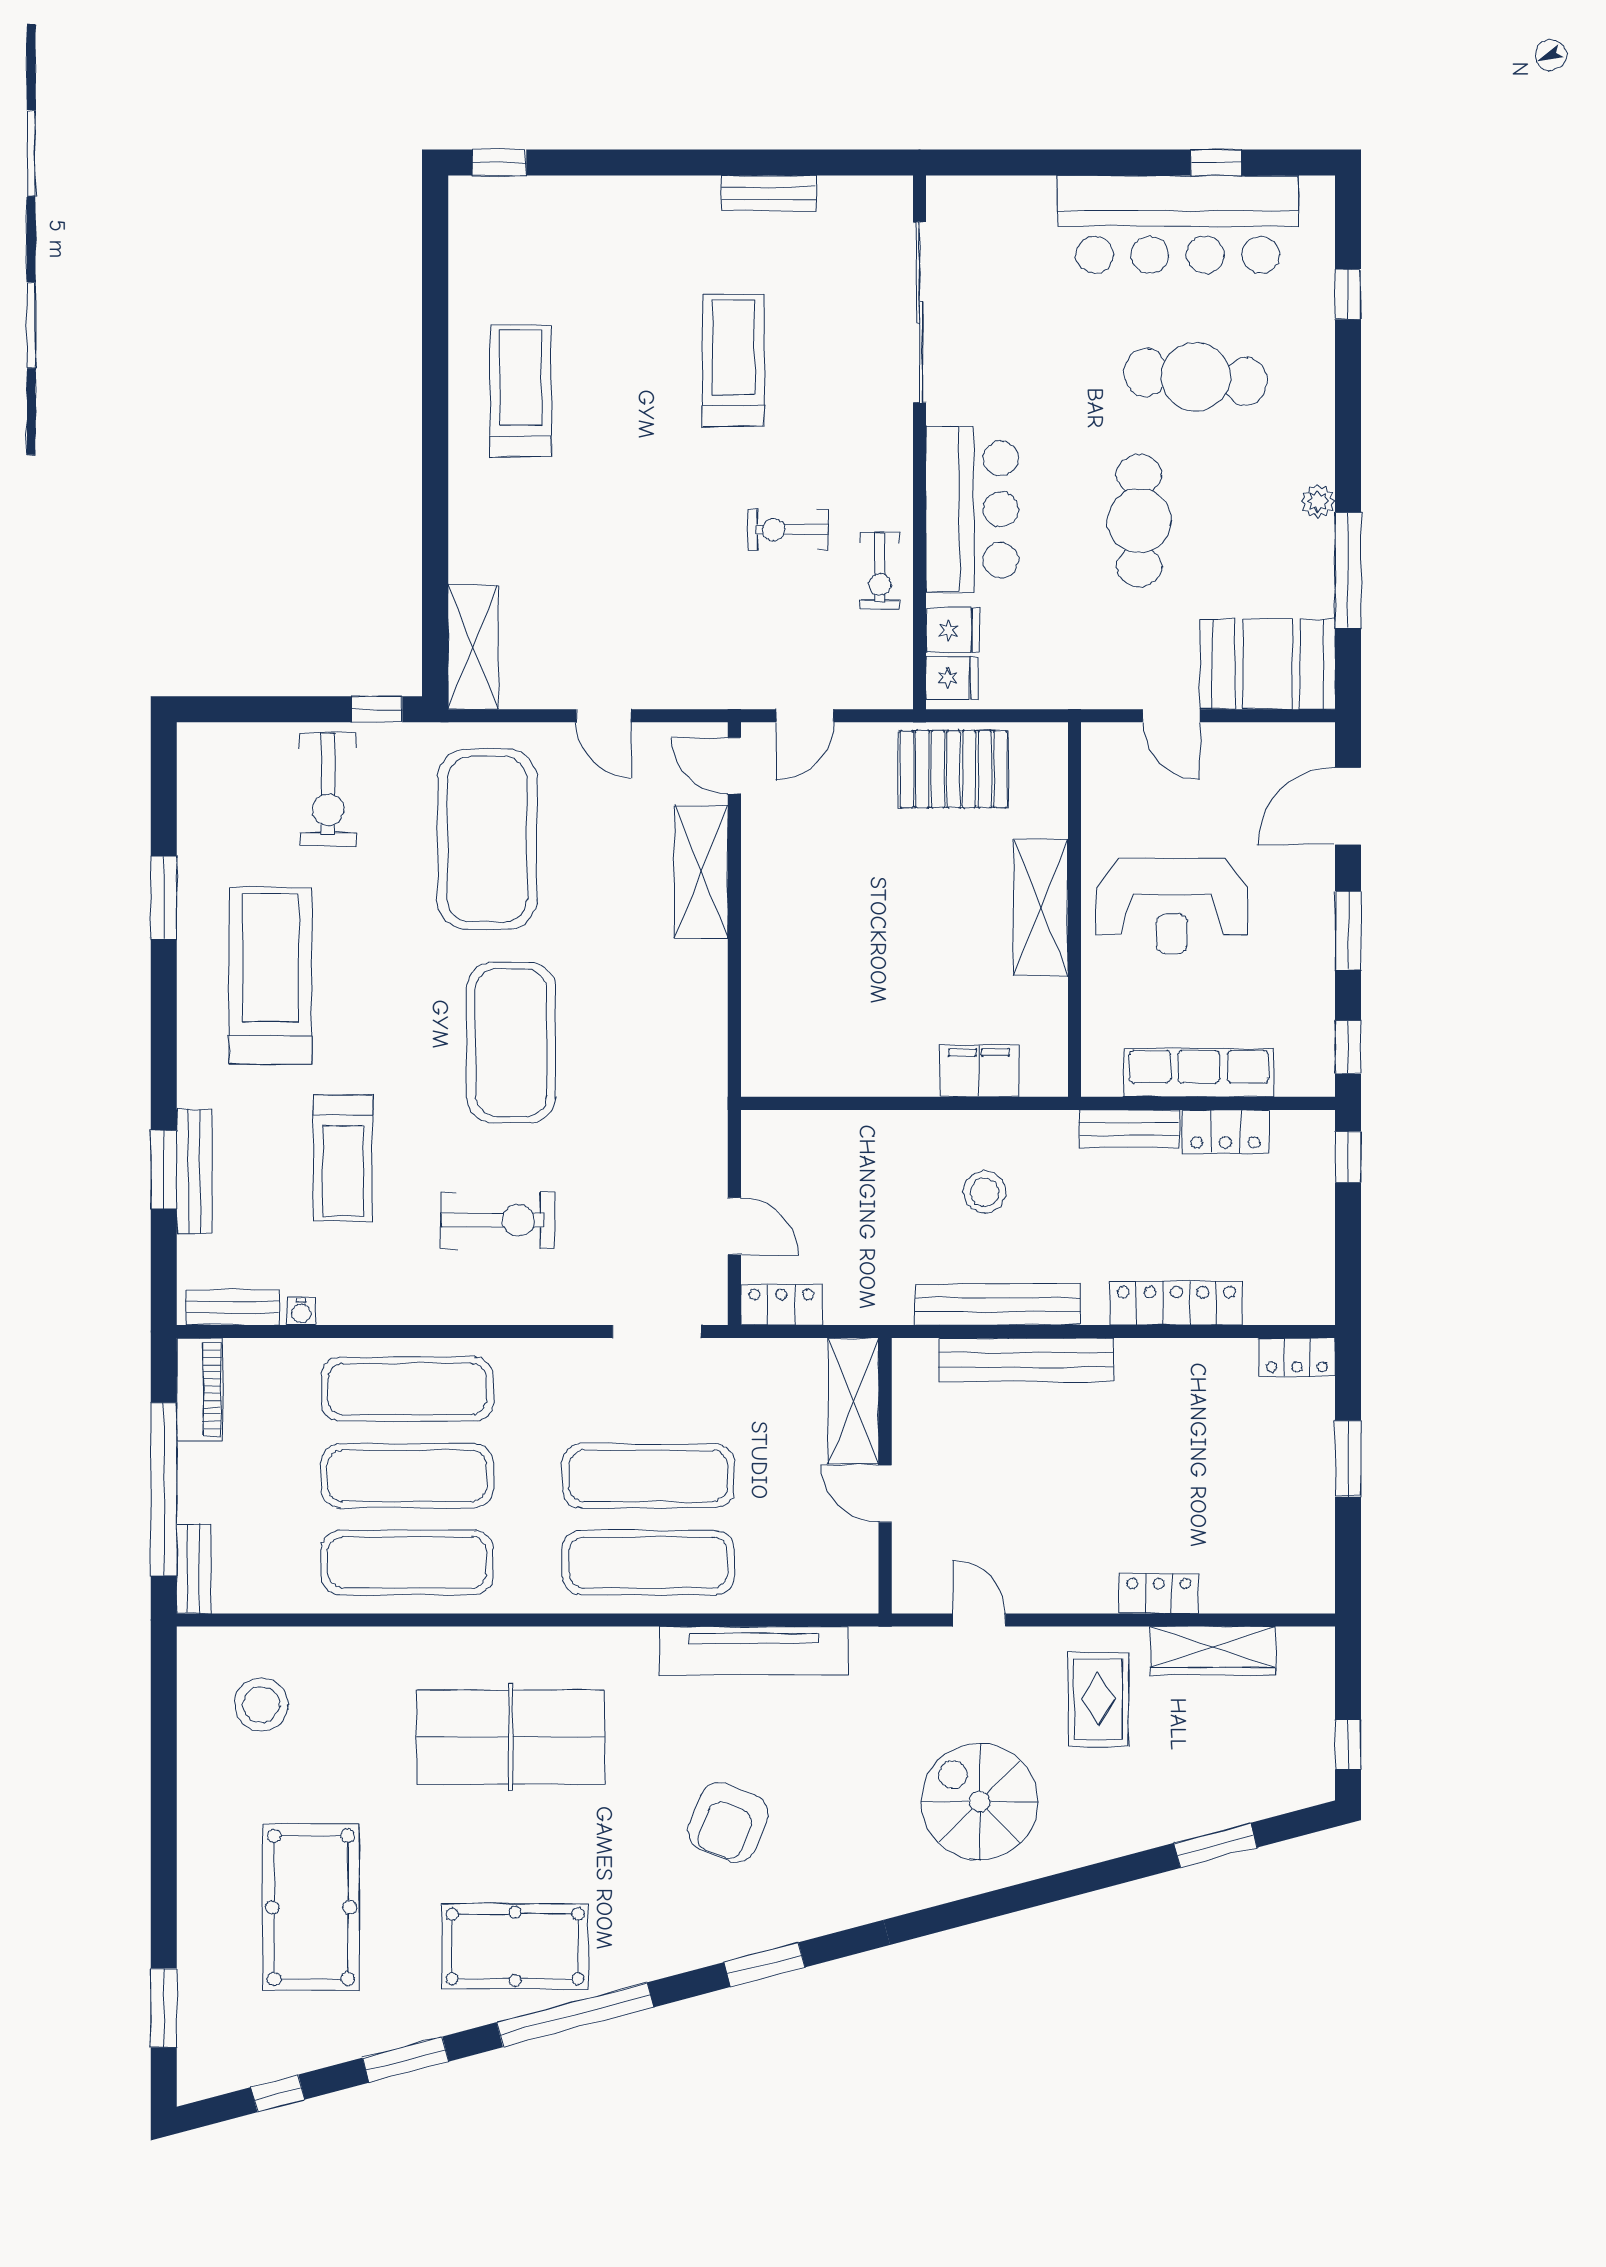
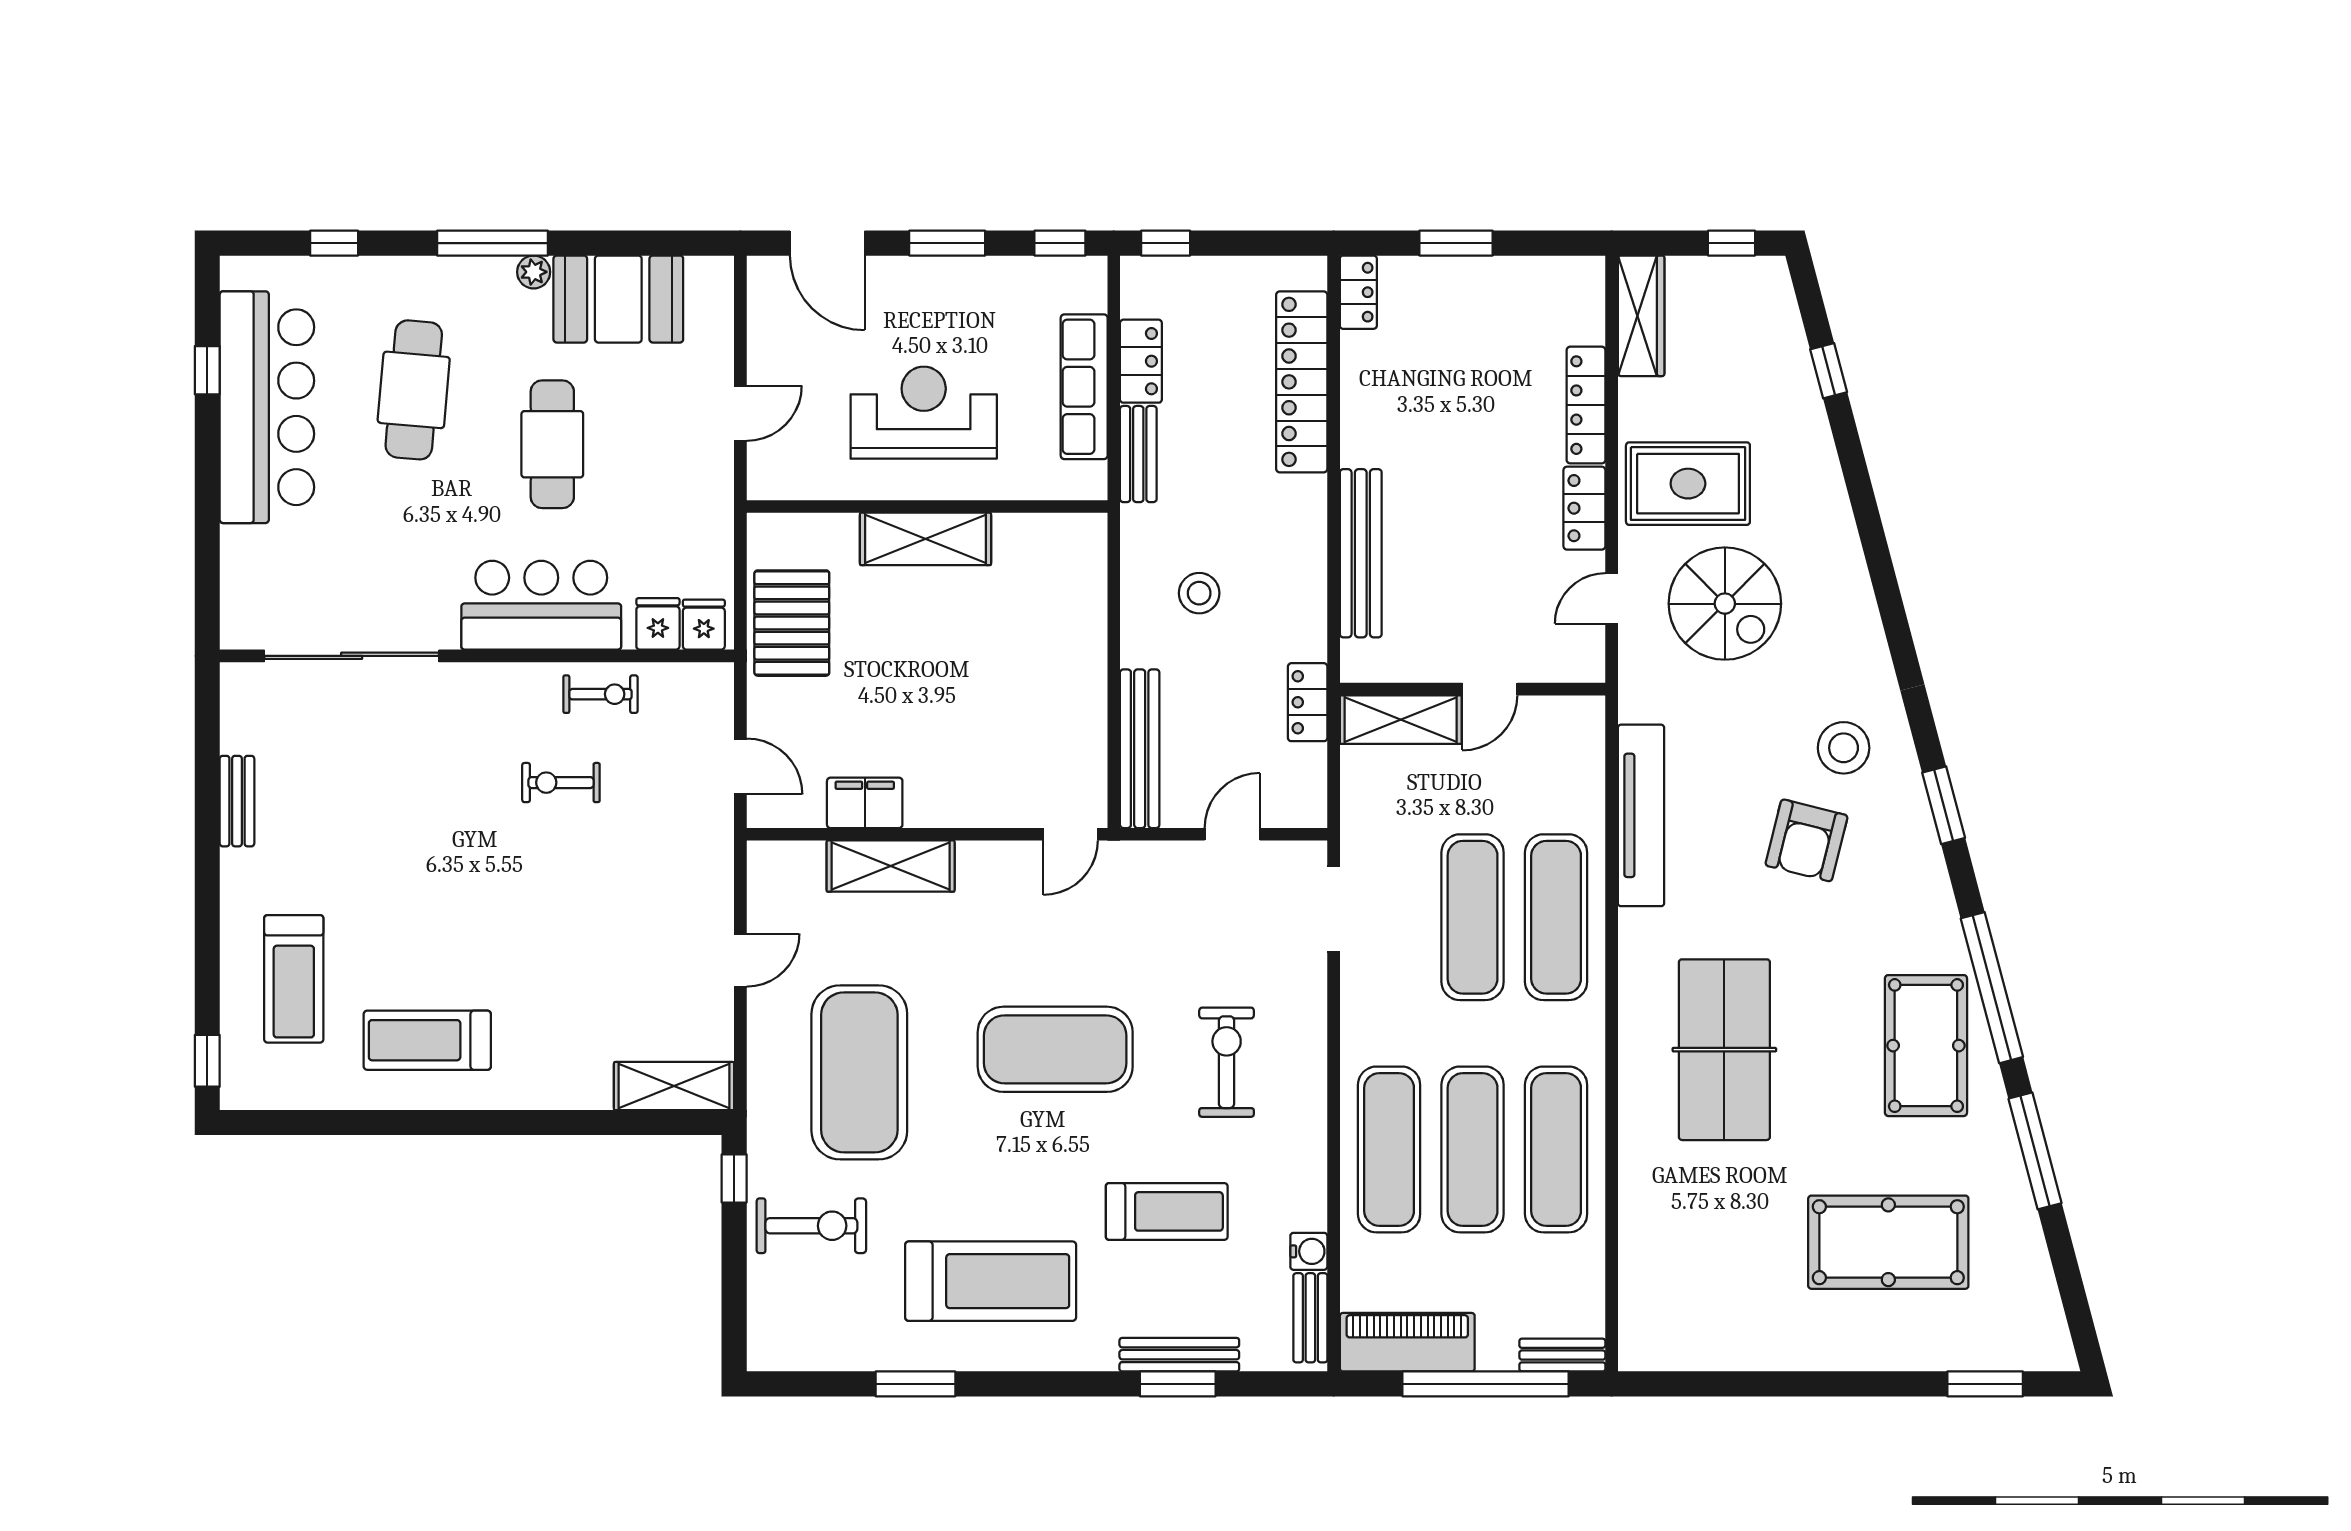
treadmill: (733, 360) -> (294, 979), moved, turned -90
cafe table: (1139, 521) -> (552, 444), turned 90
exercise bike: (788, 530) -> (561, 783), turned 90
window: (1348, 570) -> (492, 243), moved
booth: (1268, 664) -> (618, 299), moved, turned 90
door: (734, 766) -> (1071, 834), moved
exercise mat: (487, 839) -> (859, 1072), turned 90
reception desk: (1172, 906) -> (924, 413), turned -90
treadmill: (270, 976) -> (991, 1281), turned 180
filing cabinet: (979, 1071) -> (865, 803), moved, turned 90
locker: (1176, 1303) -> (1302, 382), width x1.41, depth x1.21
locker: (781, 1305) -> (1308, 702), moved
bench: (998, 1305) -> (1140, 749), moved
water cooler: (301, 1311) -> (1309, 1251), width x1.38, depth x1.38
piano: (200, 1389) -> (1407, 1342), width x1.37, depth x1.33
locker: (1073, 1592) -> (1584, 508), added
locker: (1159, 1594) -> (1586, 405), width x1.53
wardrobe: (1213, 1651) -> (1641, 316), moved
rug: (1098, 1699) -> (1688, 484), width x1.36, depth x1.43
stool: (261, 1705) -> (1844, 748), moved
spiral stairs: (980, 1802) -> (1725, 604), moved, turned -90
armchair: (728, 1822) -> (1806, 840), turned 82
window: (1215, 1845) -> (1829, 371), width x0.67
window: (406, 2060) -> (2035, 1151), width x1.44
window: (278, 2093) -> (2068, 1274), removed

